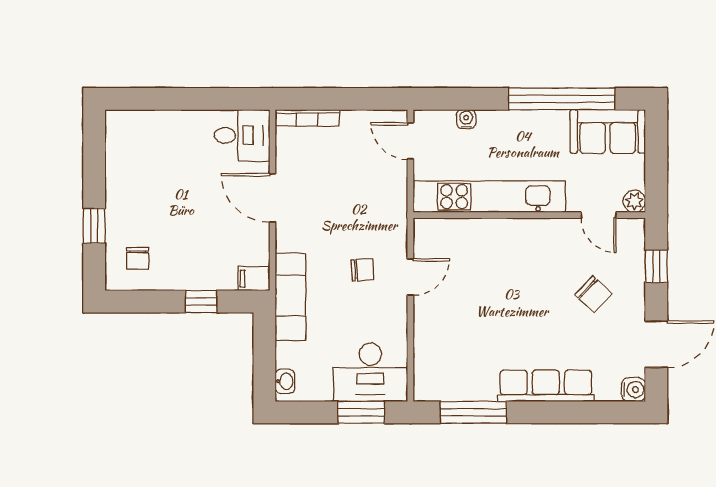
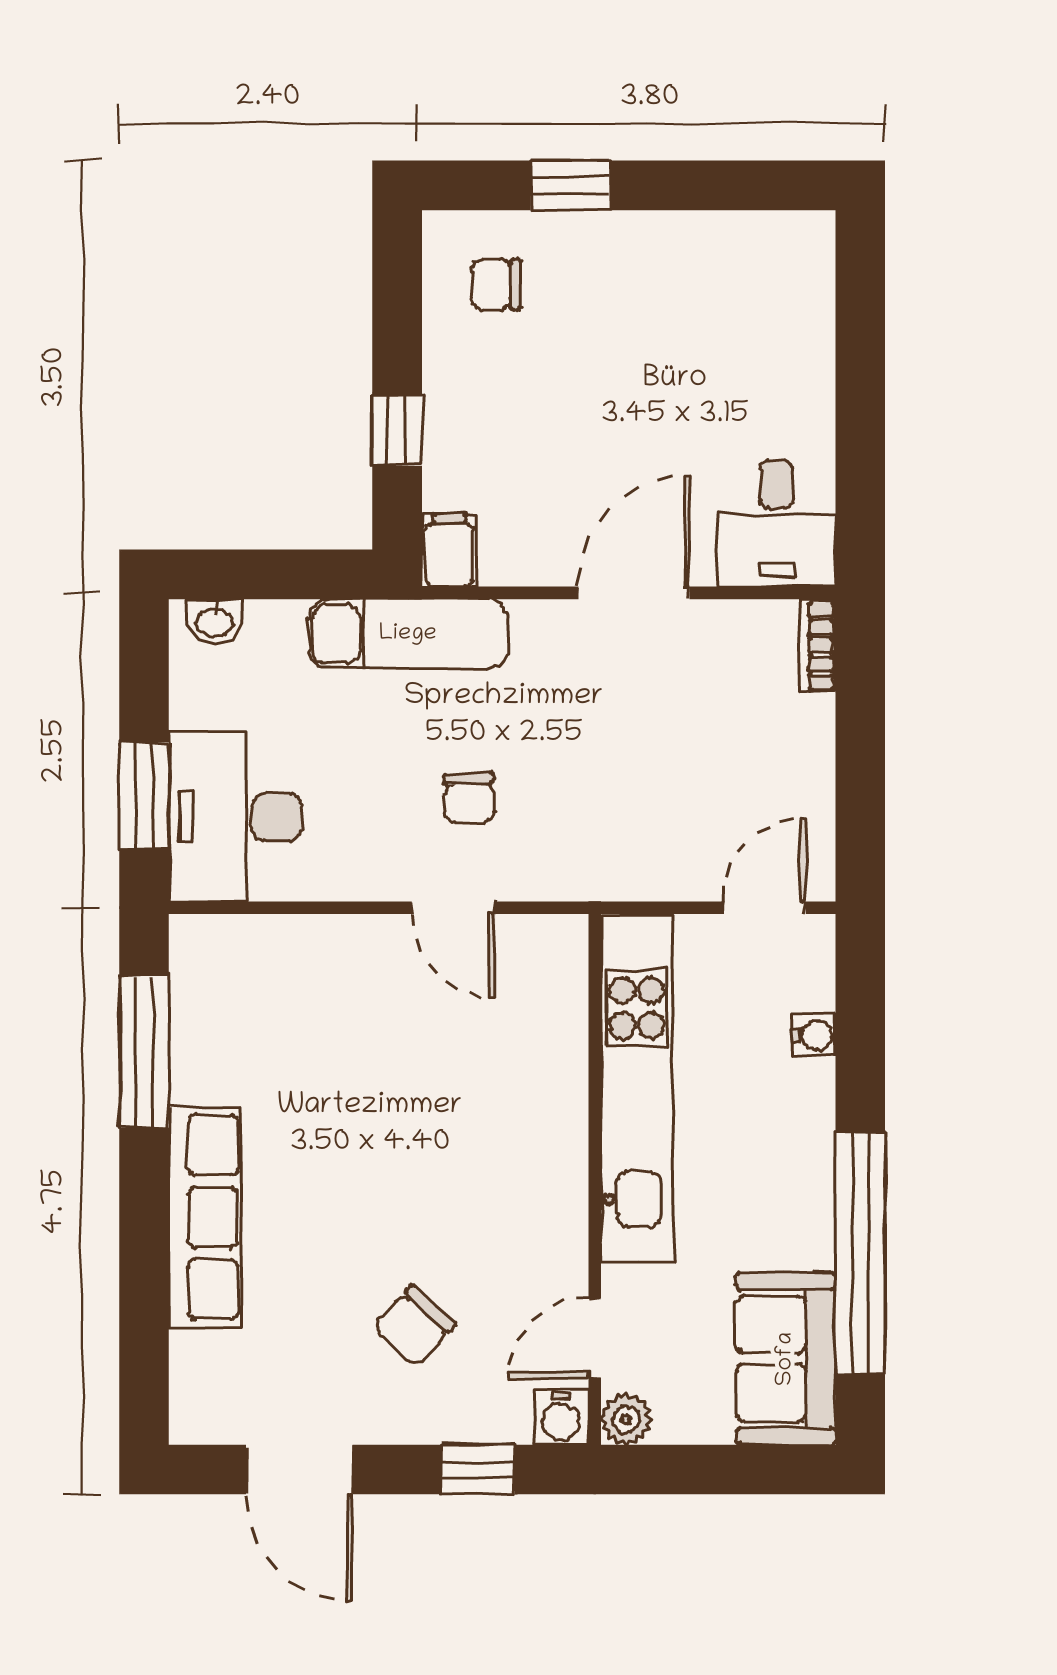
bookcase: (307, 118) -> (817, 646), width x0.64
water cooler: (633, 390) -> (561, 1418), moved

